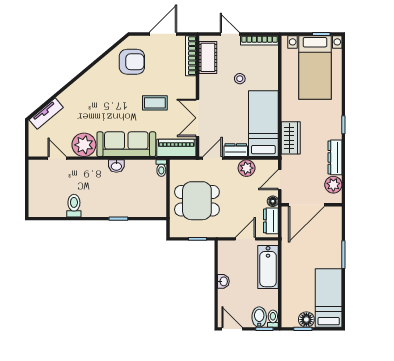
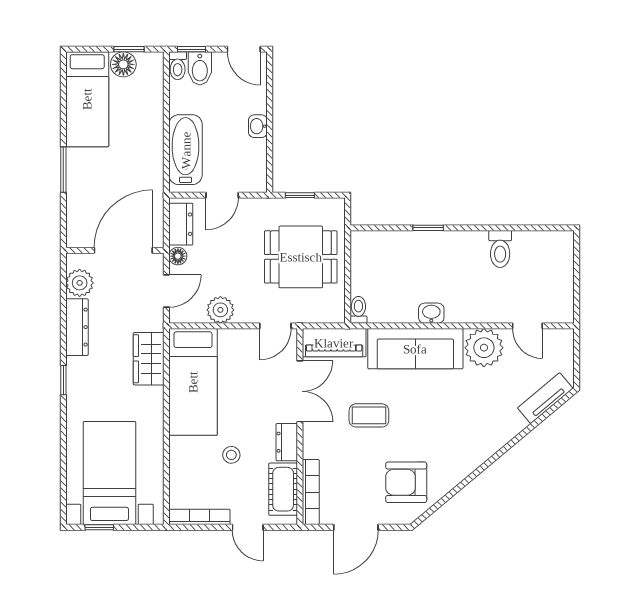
dresser: (236, 150) -> (287, 442), moved, turned 90

